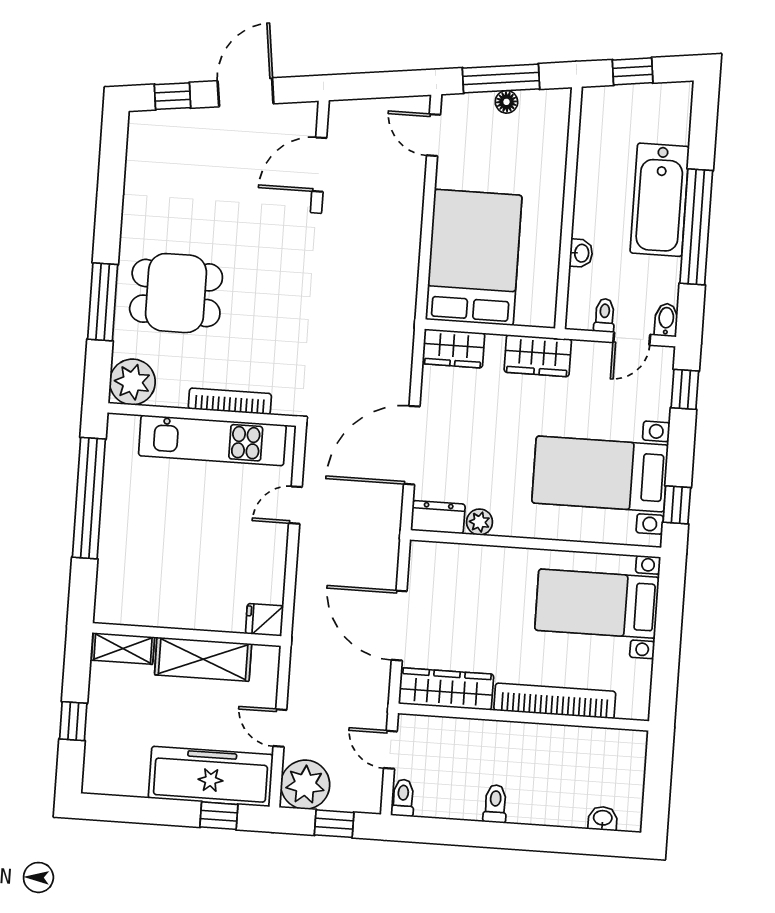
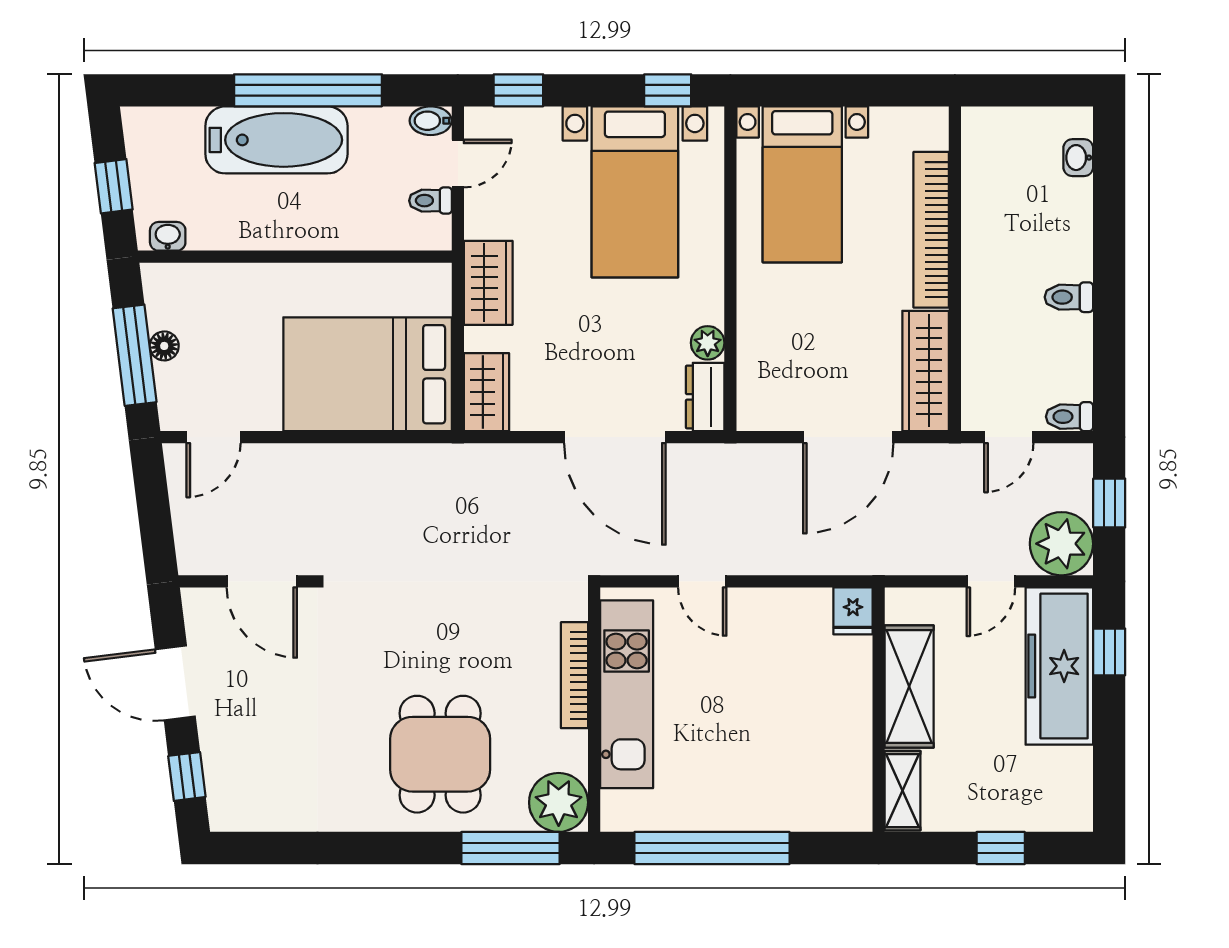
washbasin: (581, 253) -> (168, 236), moved
window: (103, 302) -> (511, 848), moved
door: (632, 339) -> (458, 163), hinge flipped

